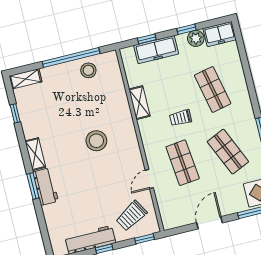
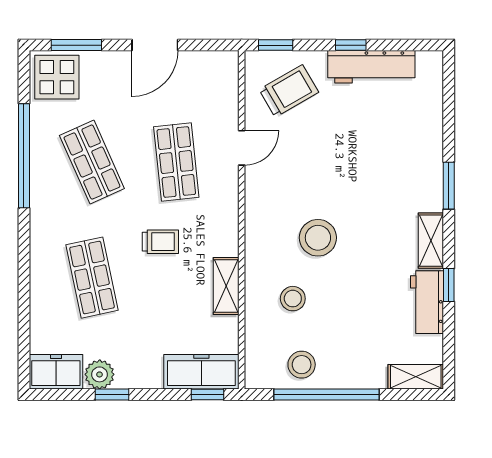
window: (147, 39) -> (207, 395), moved
freezer: (156, 50) -> (201, 372), moved
stool: (102, 105) -> (293, 299), added
window: (15, 113) -> (449, 285), moved
workbench: (45, 187) -> (427, 302), moved

